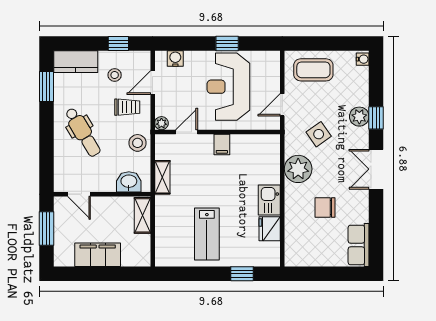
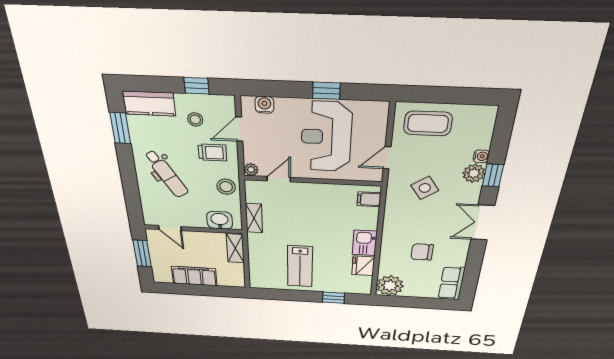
water cooler: (363, 59) -> (481, 156), moved
filing cabinet: (222, 145) -> (369, 199), moved, turned 90
plant: (298, 169) -> (390, 286), moved

